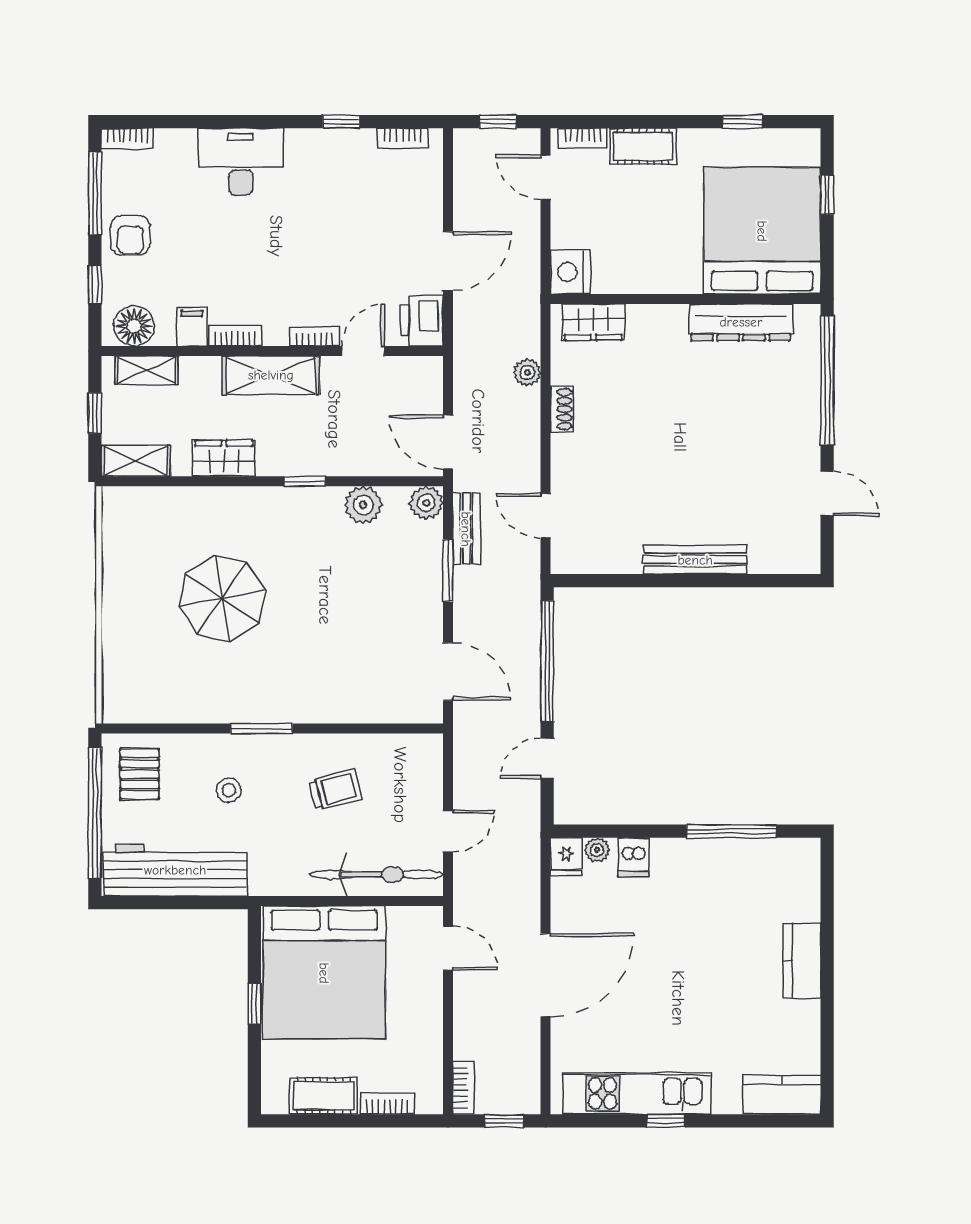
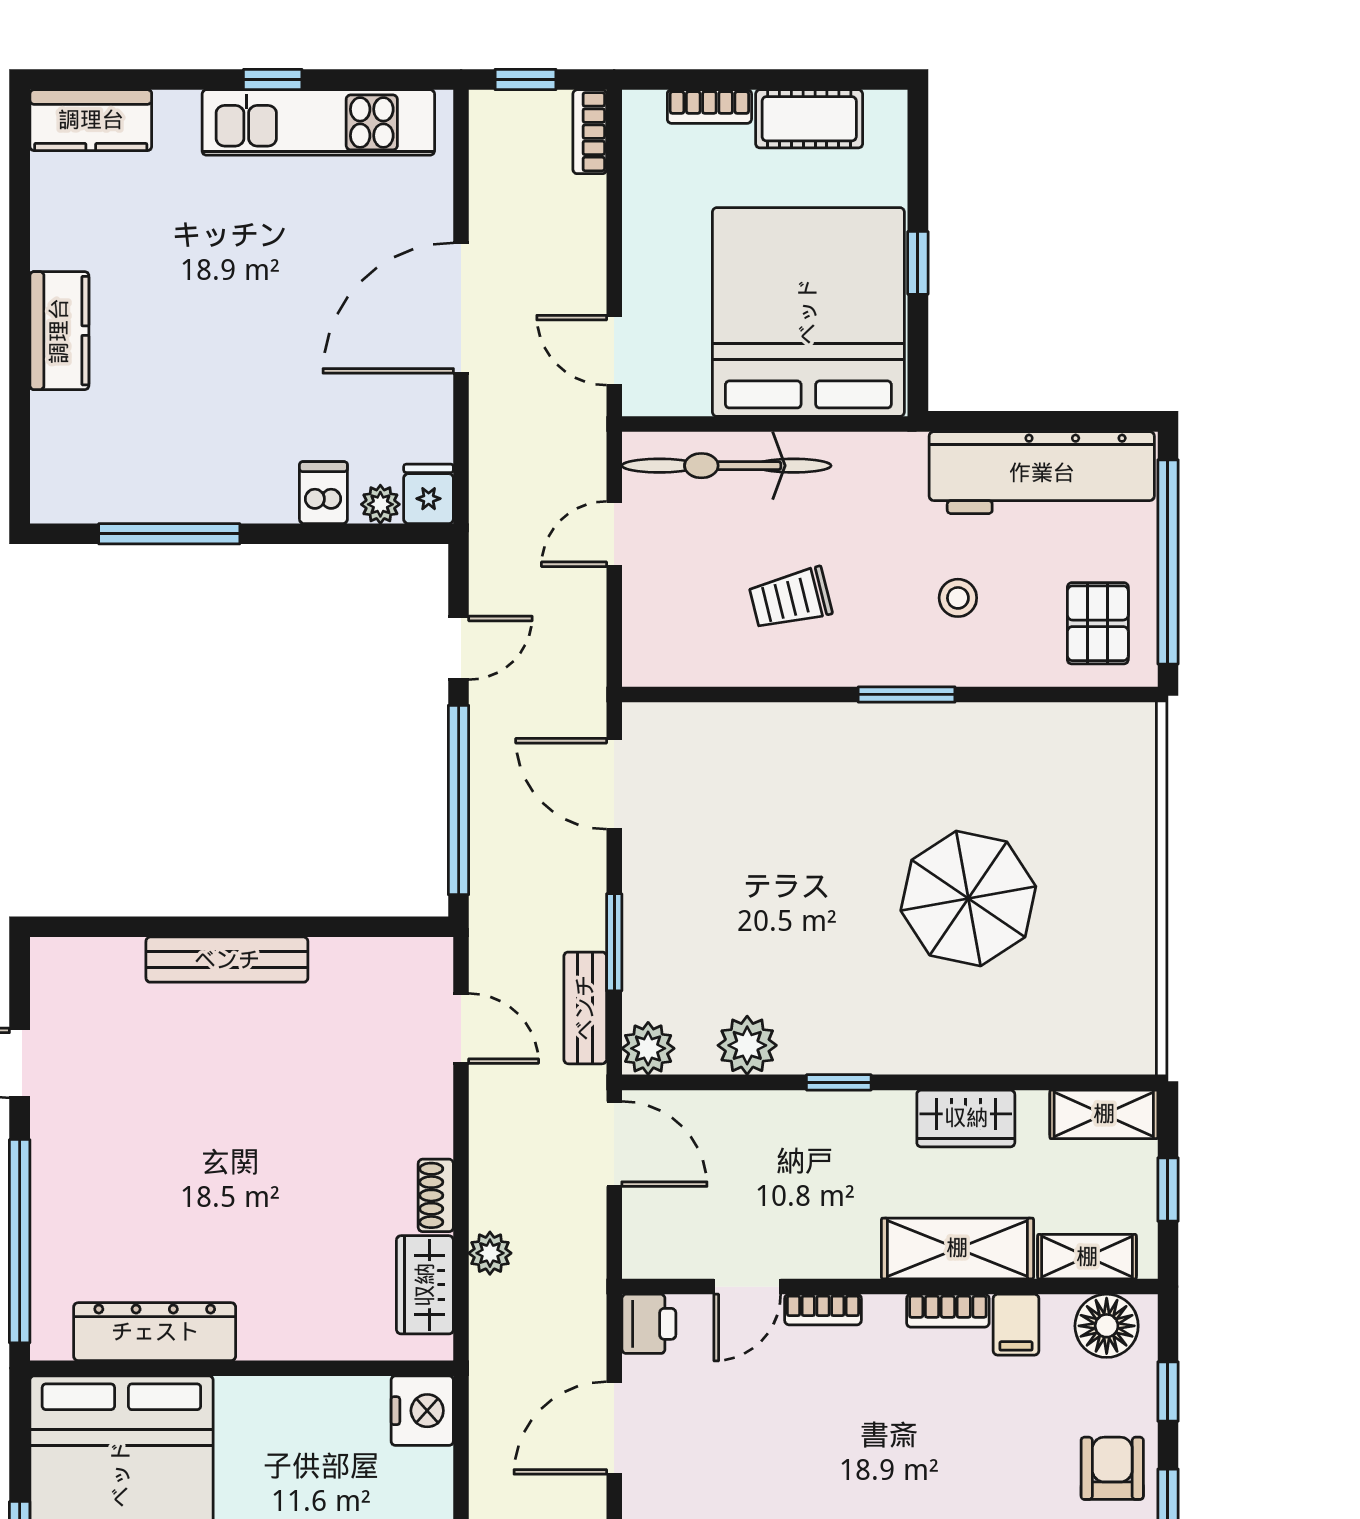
printer: (422, 320) -> (649, 1324), width x0.73, depth x0.81
wardrobe: (593, 322) -> (425, 1285), moved, turned -90
shelving: (271, 375) -> (957, 1248), moved

